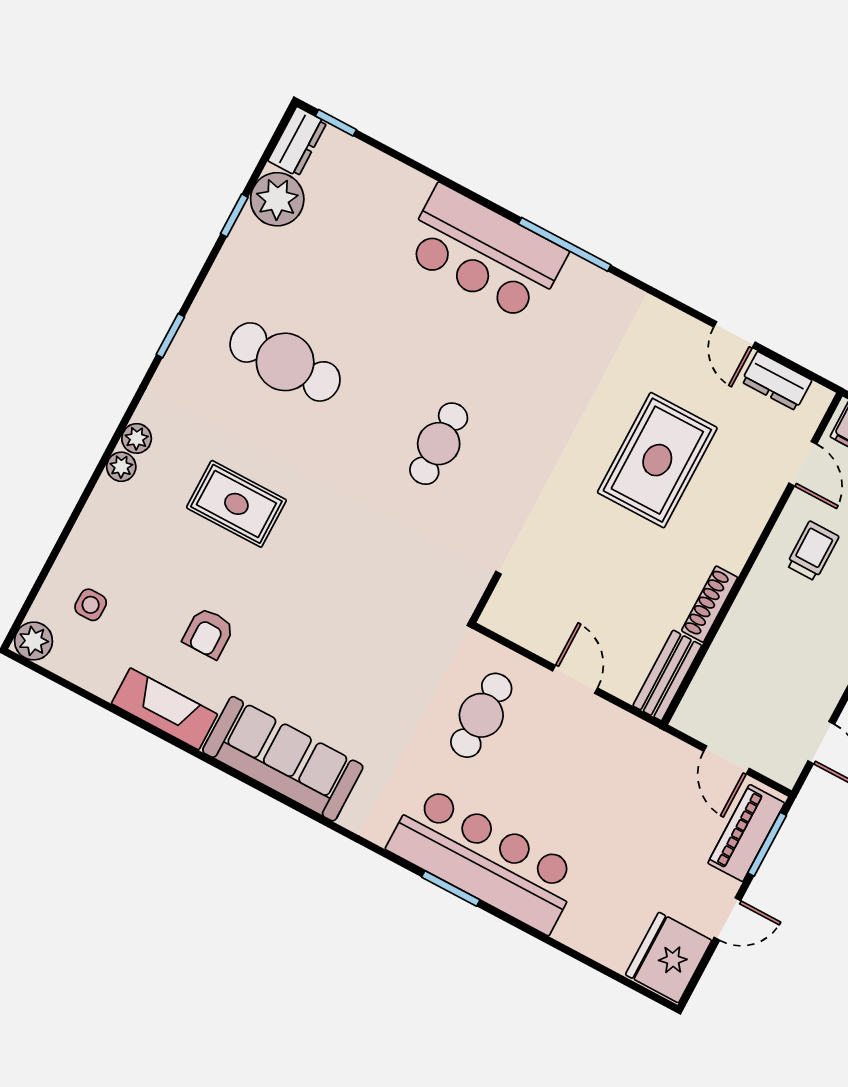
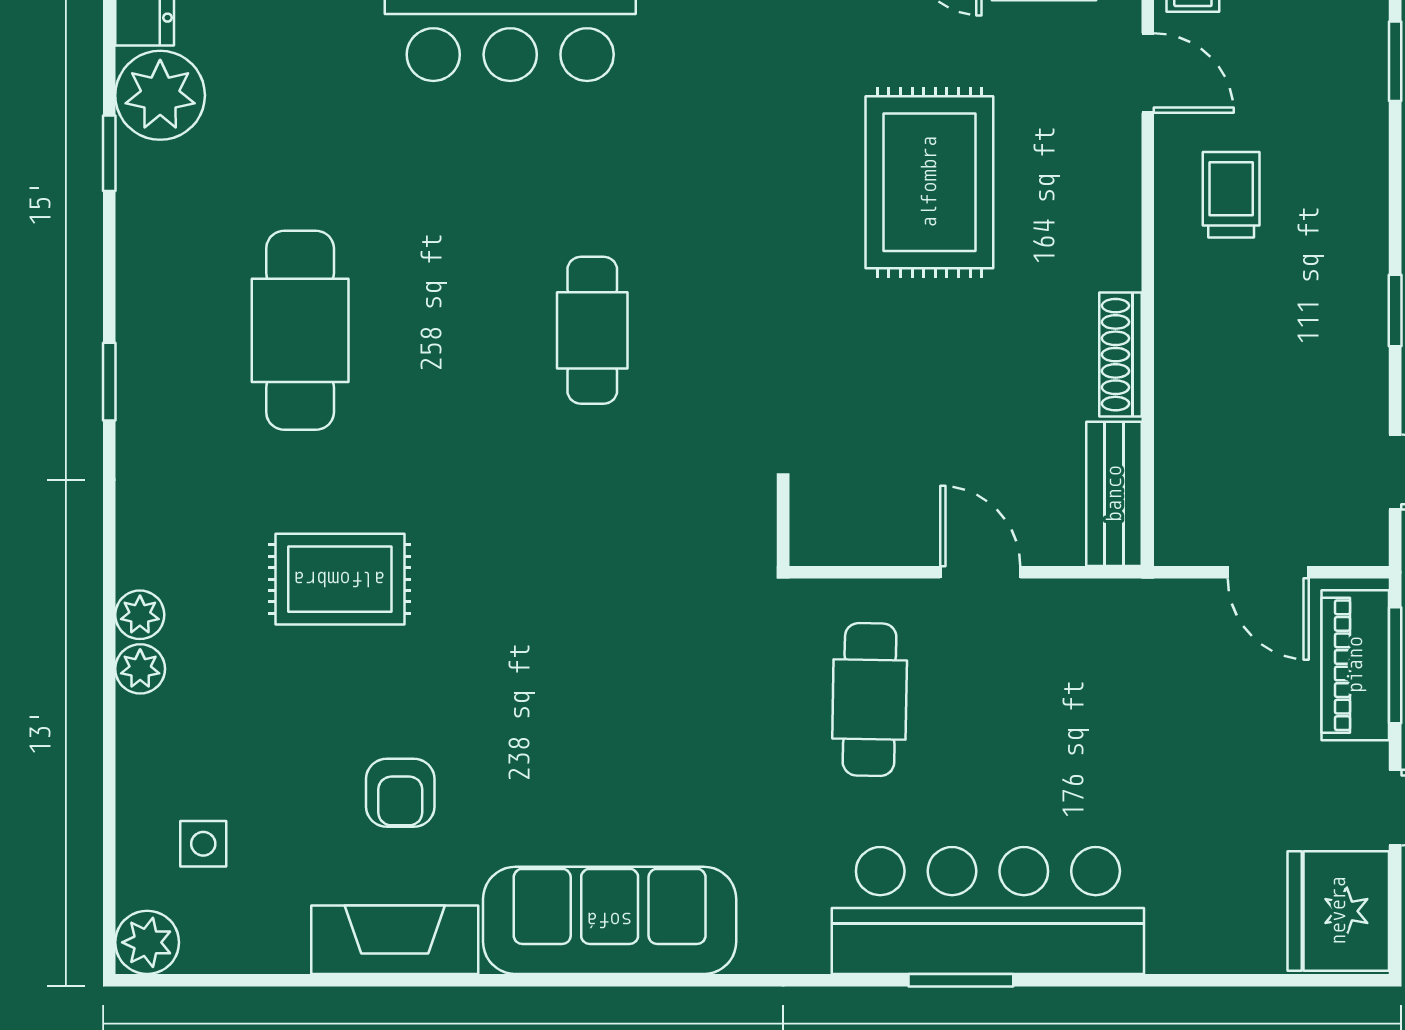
cafe table: (285, 362) -> (300, 330), turned 90
plant: (137, 438) -> (140, 669), moved

